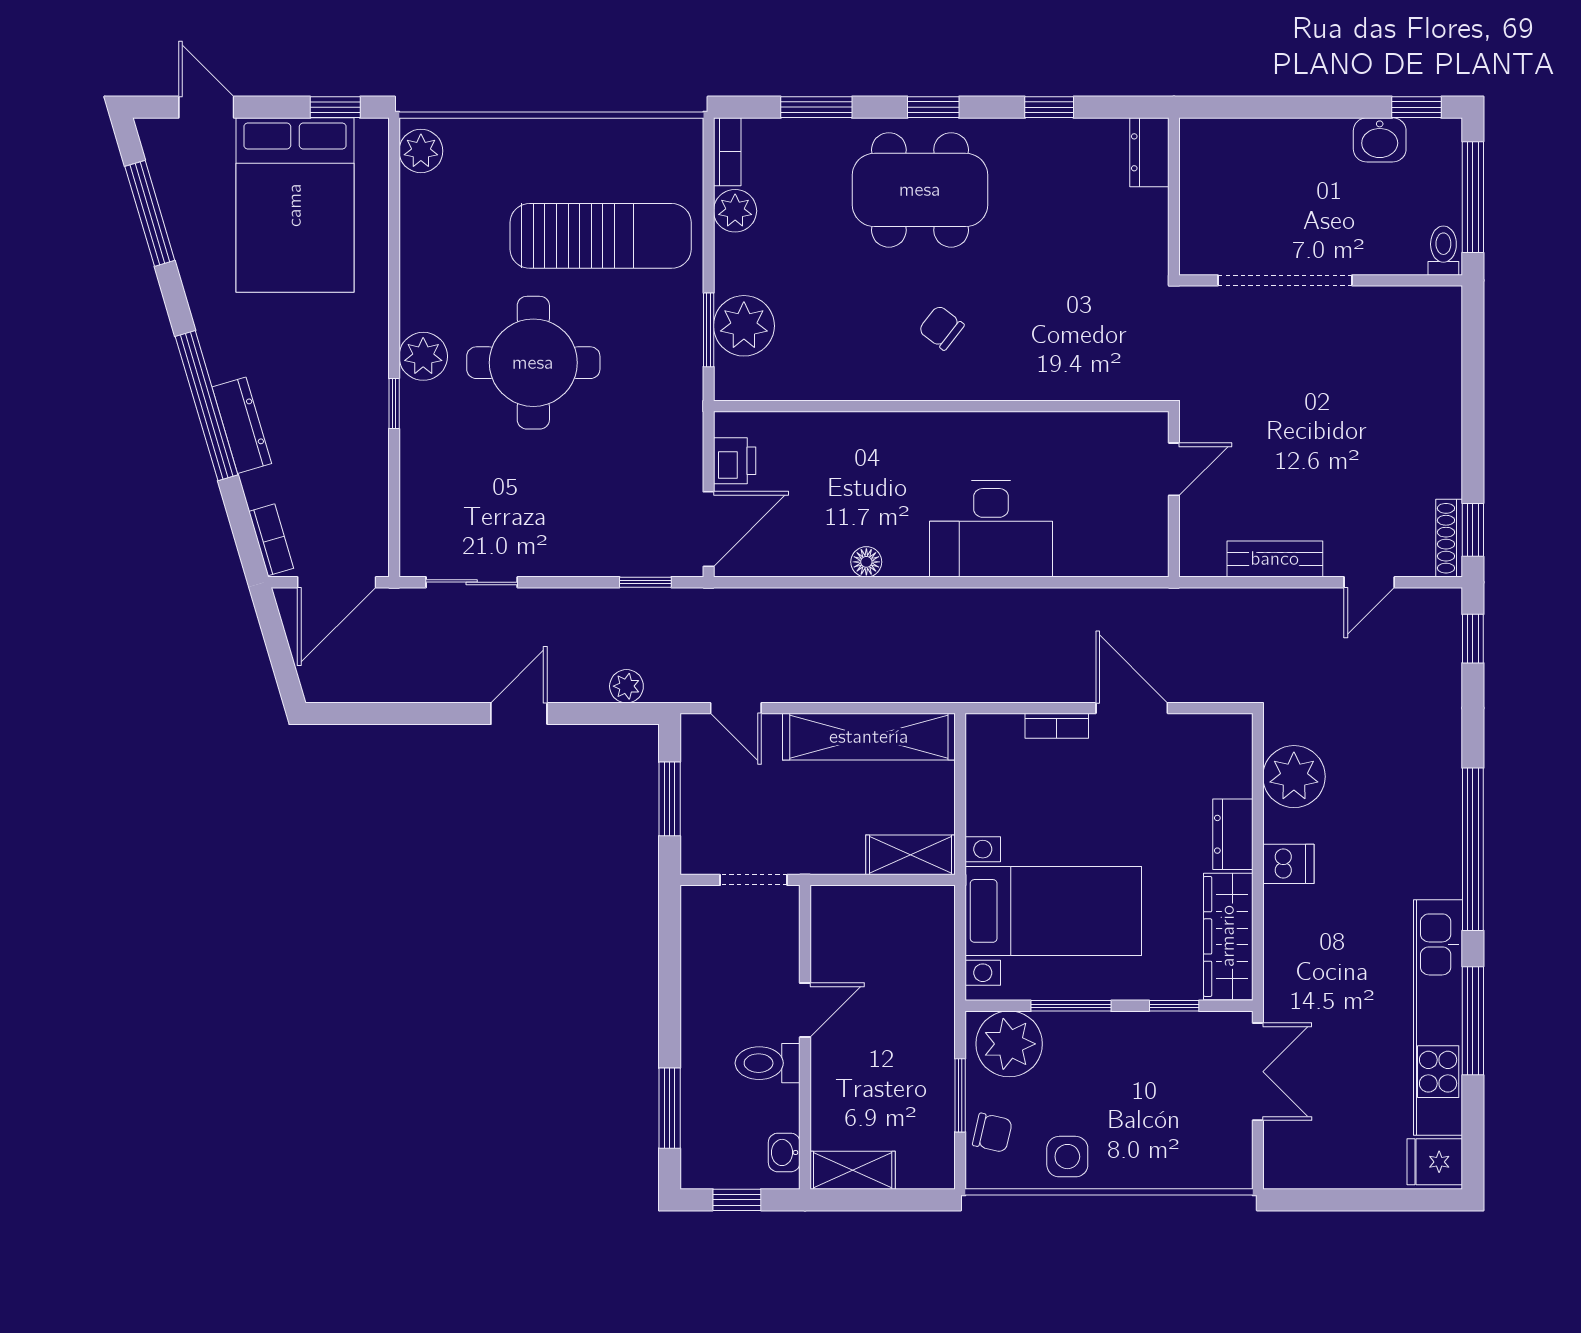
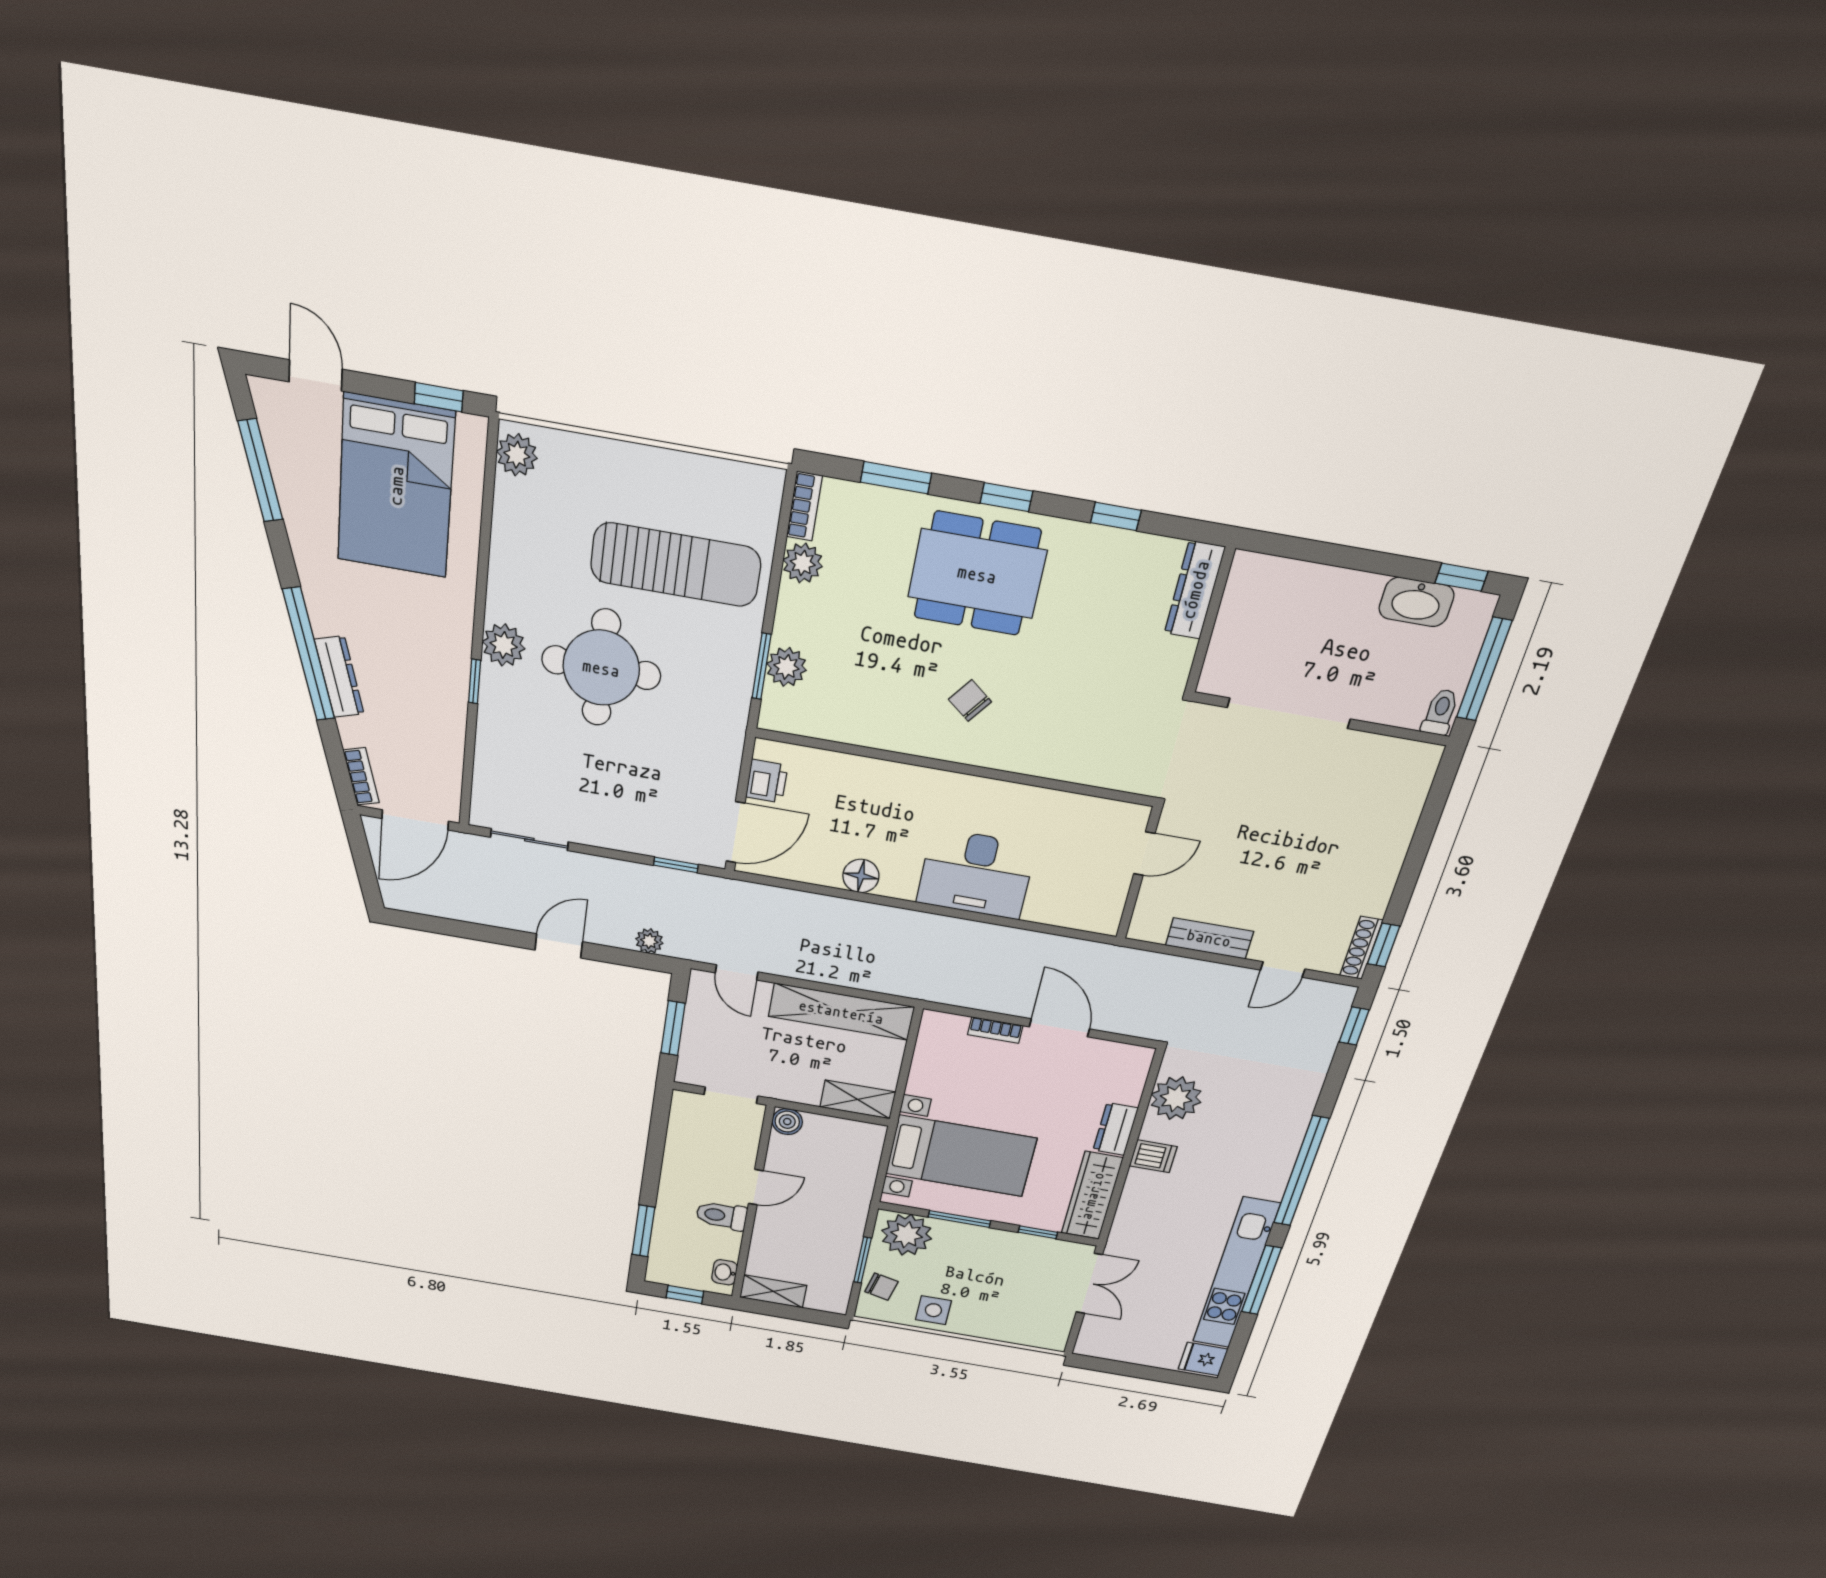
washbasin: (1380, 140) -> (1416, 602), width x1.38
dresser: (1149, 152) -> (1195, 590), width x1.44
plant: (744, 326) -> (786, 667), width x0.73, depth x0.73
floor lamp: (866, 562) -> (861, 876), width x1.37, depth x1.37
boiler: (829, 904) -> (787, 1122), added

